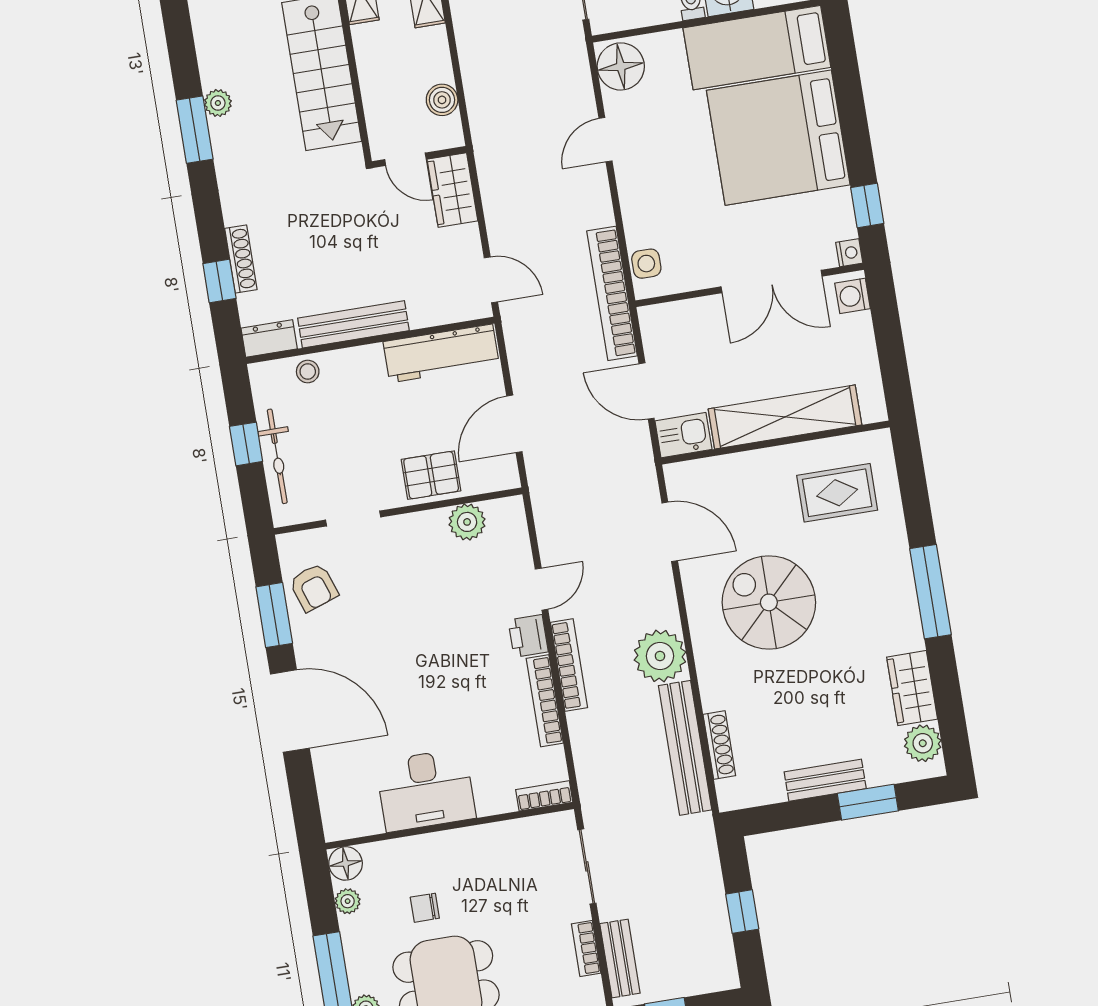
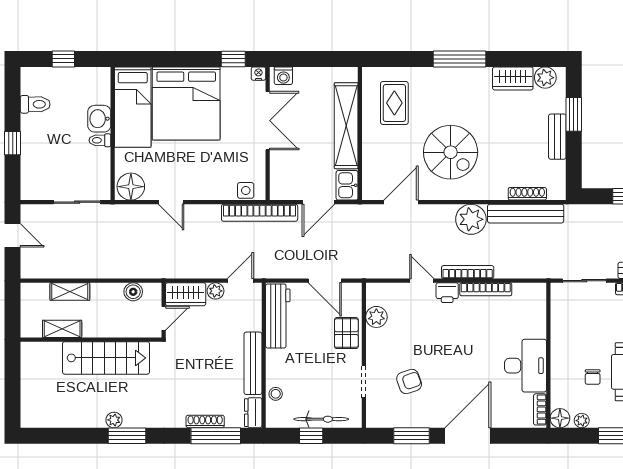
plant: (466, 240) -> (215, 291), added
window: (219, 281) -> (216, 436), width x2.17
armchair: (314, 587) -> (409, 381), moved
spiral stairs: (769, 602) -> (451, 152), turned -90
bookcase: (544, 796) -> (540, 409), moved

